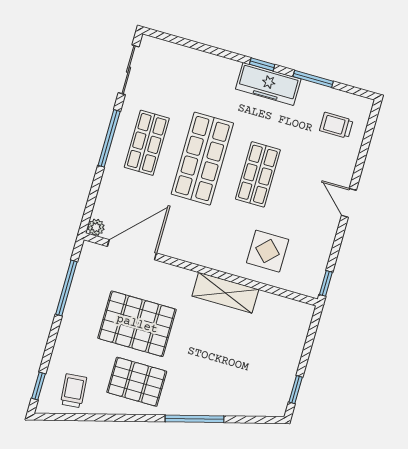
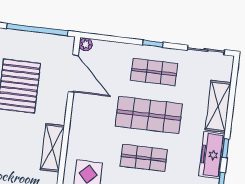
shelving: (205, 65) -> (218, 106), added
window: (109, 138) -> (153, 44), width x0.46
window: (66, 288) -> (37, 30), width x1.46

